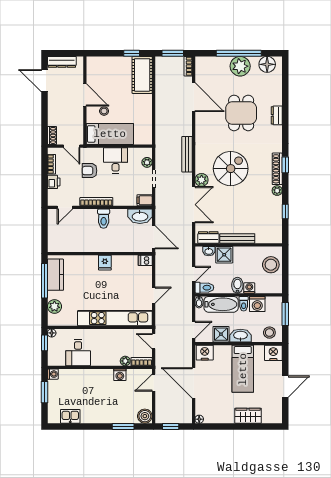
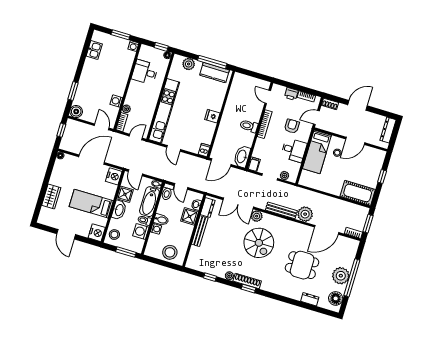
window: (132, 53) -> (382, 176), moved
door: (44, 81) -> (357, 105), moved
dresser: (277, 115) -> (310, 299), moved
plant: (183, 126) -> (305, 214), added

